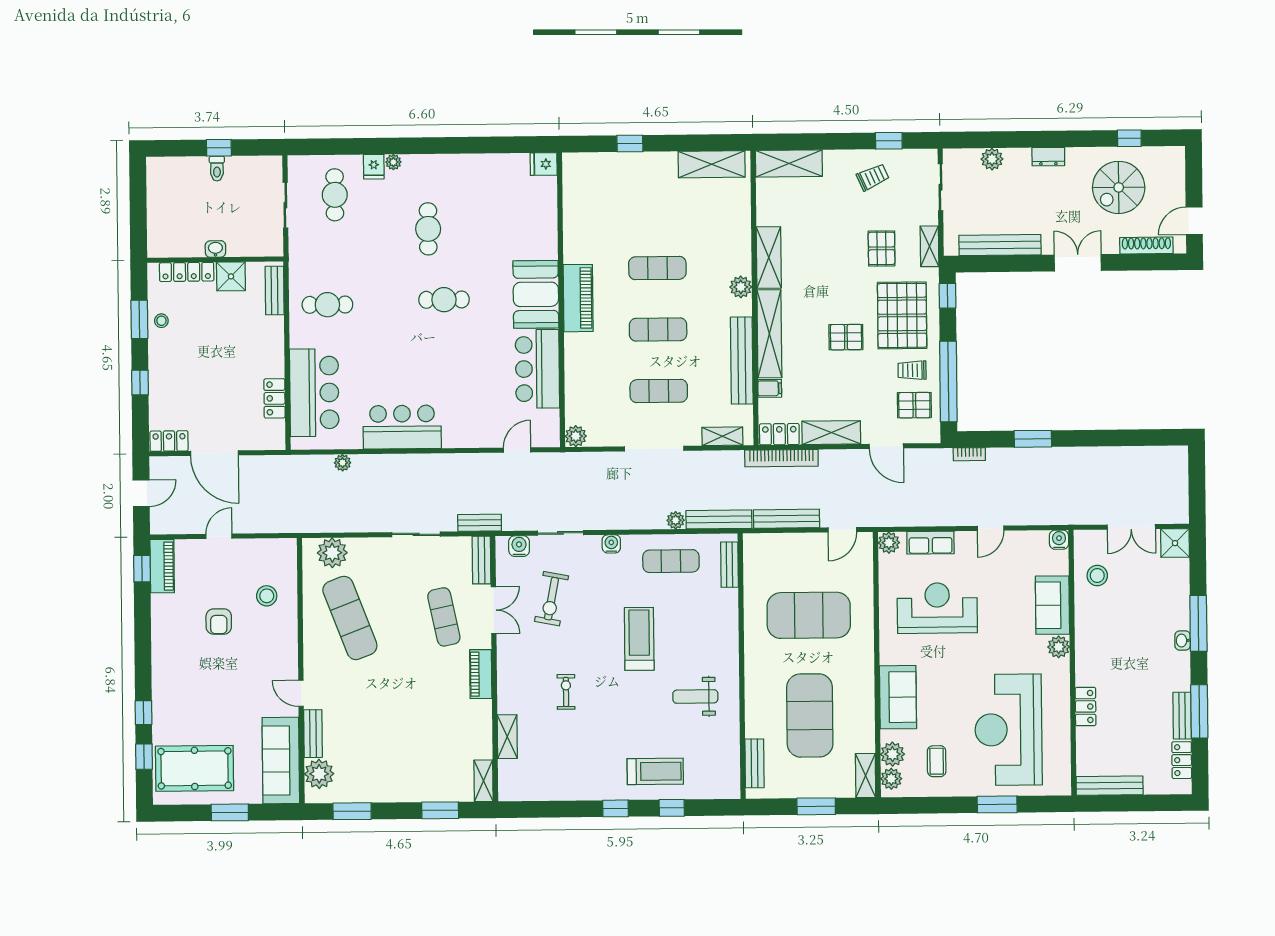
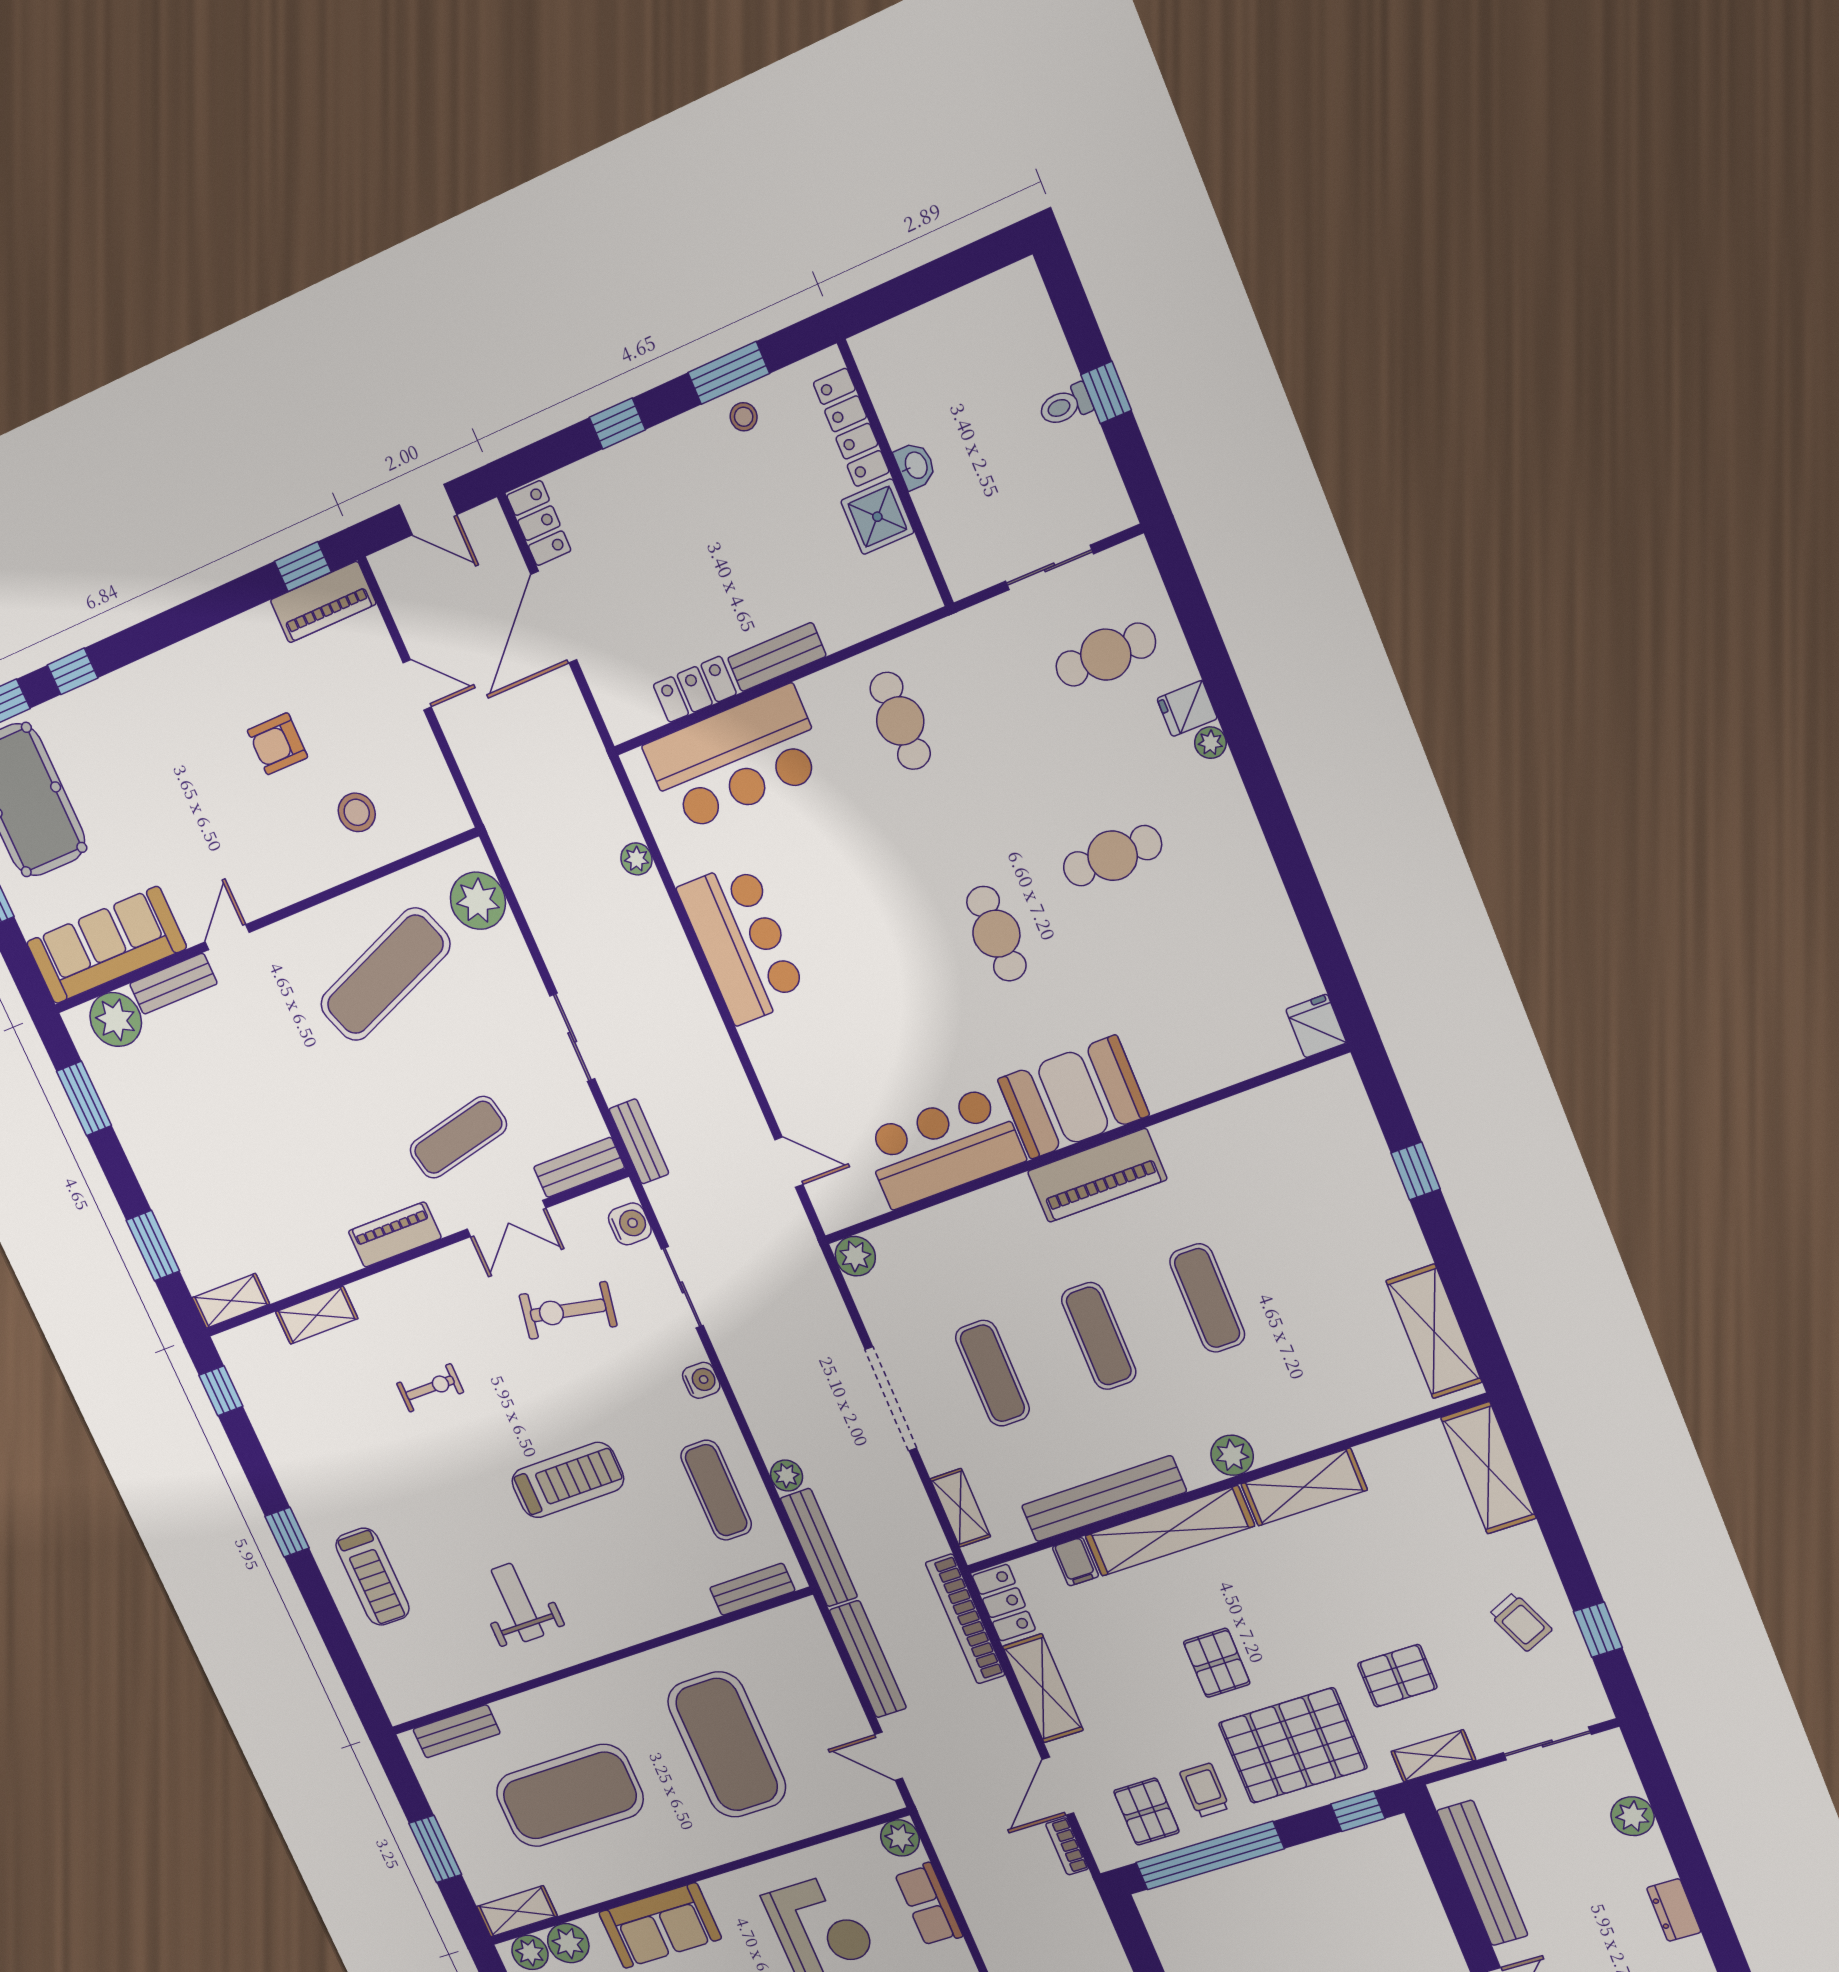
bench: (275, 291) -> (777, 657), moved
bookcase: (969, 454) -> (1067, 1846), moved
window: (672, 808) -> (221, 1391), moved

